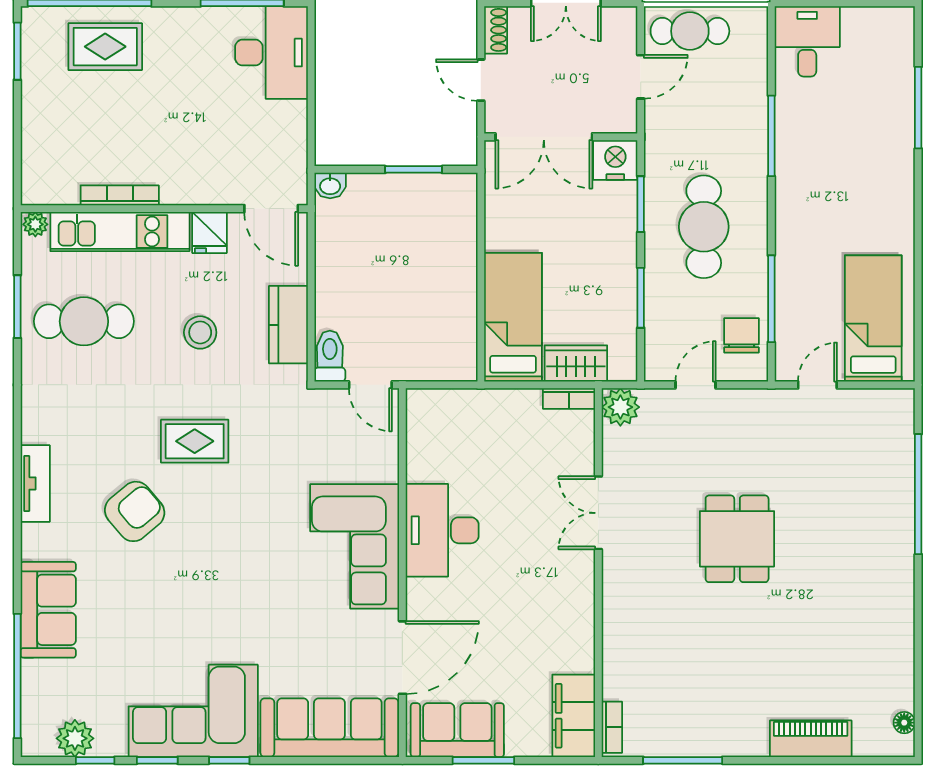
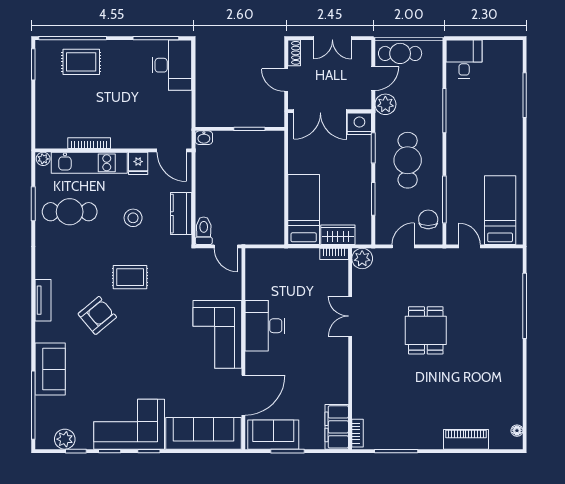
plant: (663, 124) -> (385, 104), added
door: (817, 385) -> (470, 246), hinge flipped

